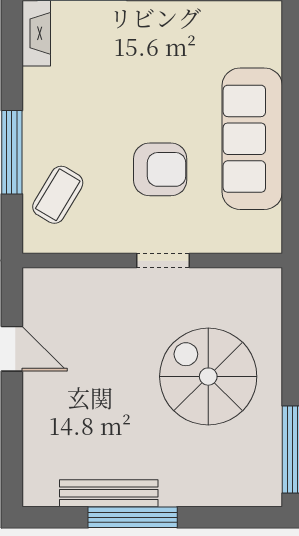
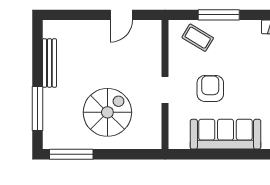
armchair: (160, 169) -> (210, 88), turned 180
window: (133, 517) -> (38, 108), moved

